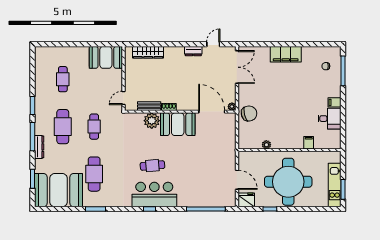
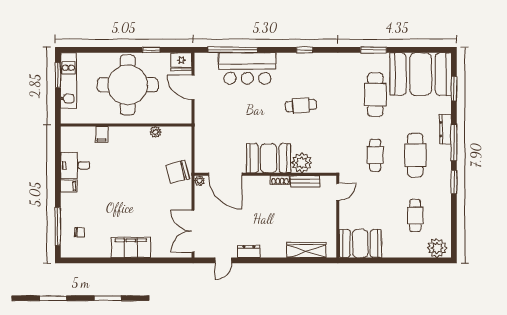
plant: (46, 54) -> (437, 248), added
bar counter: (154, 195) -> (247, 68), moved

